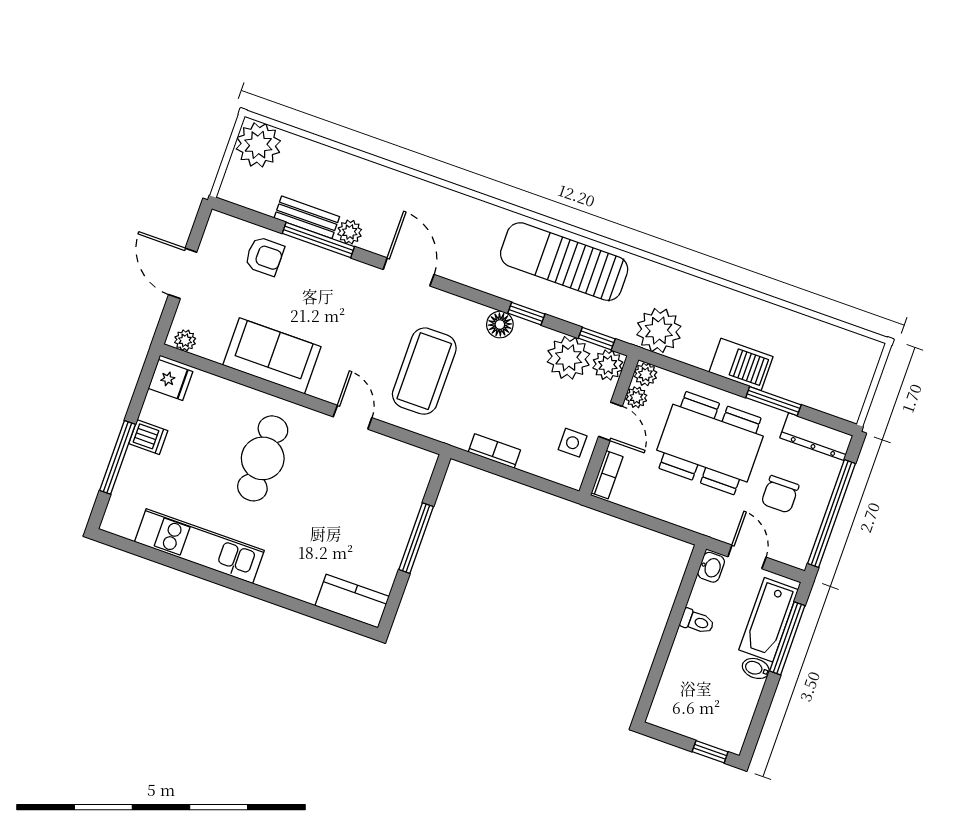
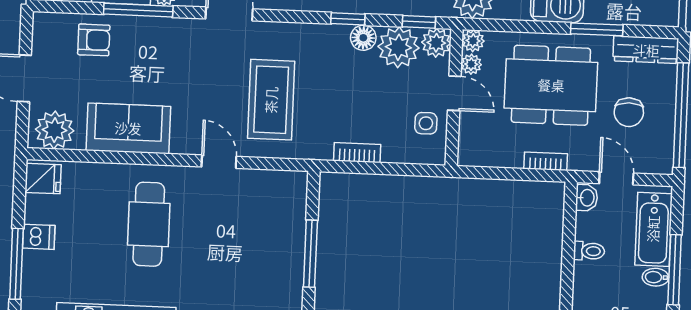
floor lamp: (500, 325) -> (363, 38), moved
plant: (185, 340) -> (55, 130), width x1.88, depth x1.88
bookcase: (607, 475) -> (546, 161), moved, turned -90
window: (787, 638) -> (675, 270), moved

